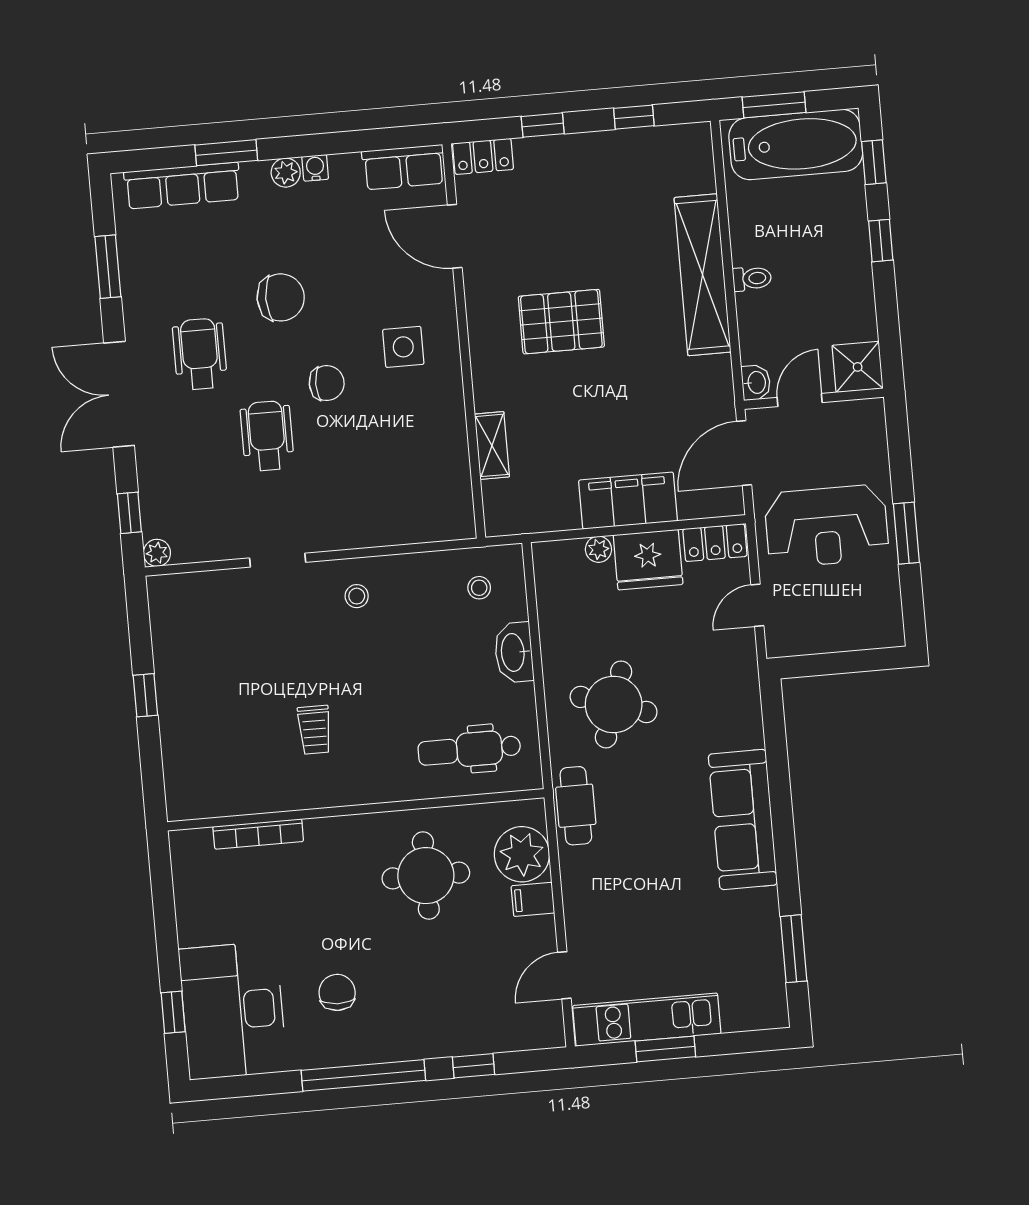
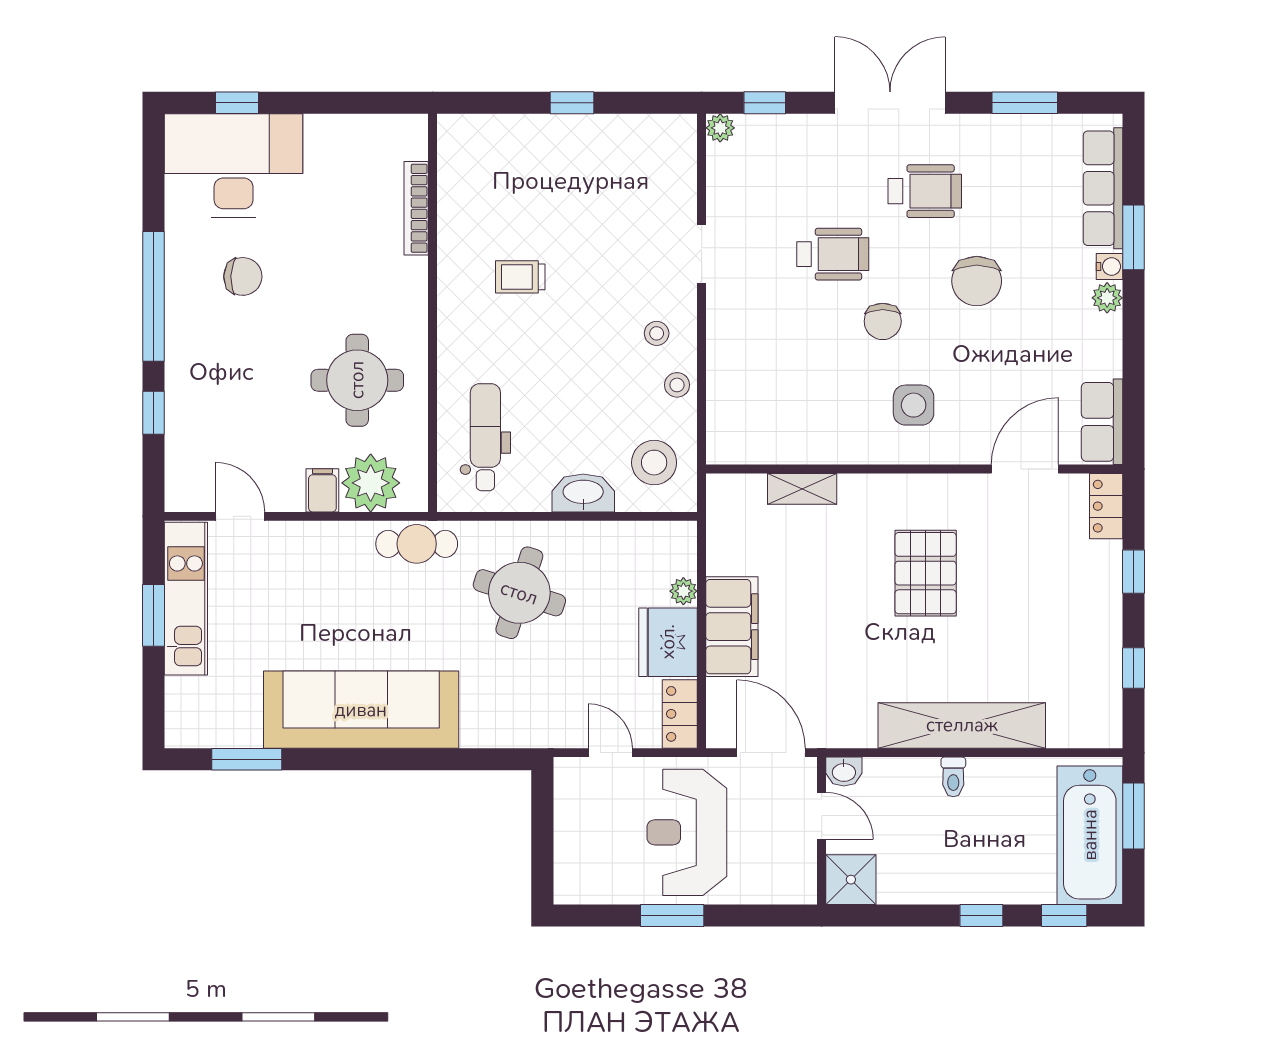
water cooler: (315, 168) -> (1109, 266), moved
stool: (404, 572) -> (677, 385), added
stool: (479, 588) -> (654, 463), width x1.89, depth x1.89
sofa: (743, 819) -> (361, 710), width x1.36, depth x1.27

